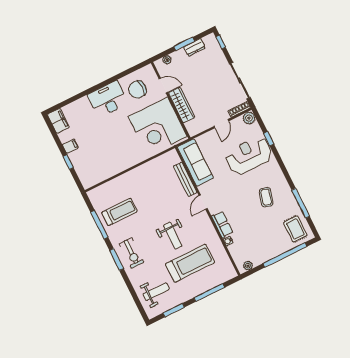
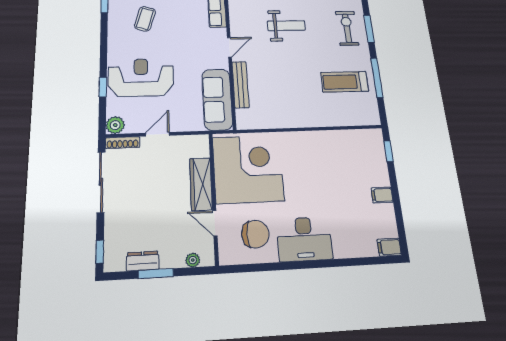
filing cabinet: (58, 121) -> (389, 247), width x0.50
reception desk: (249, 156) -> (141, 77), turned 180
window: (68, 162) -> (389, 151), moved
weight bench: (173, 236) -> (286, 26), turned 90

